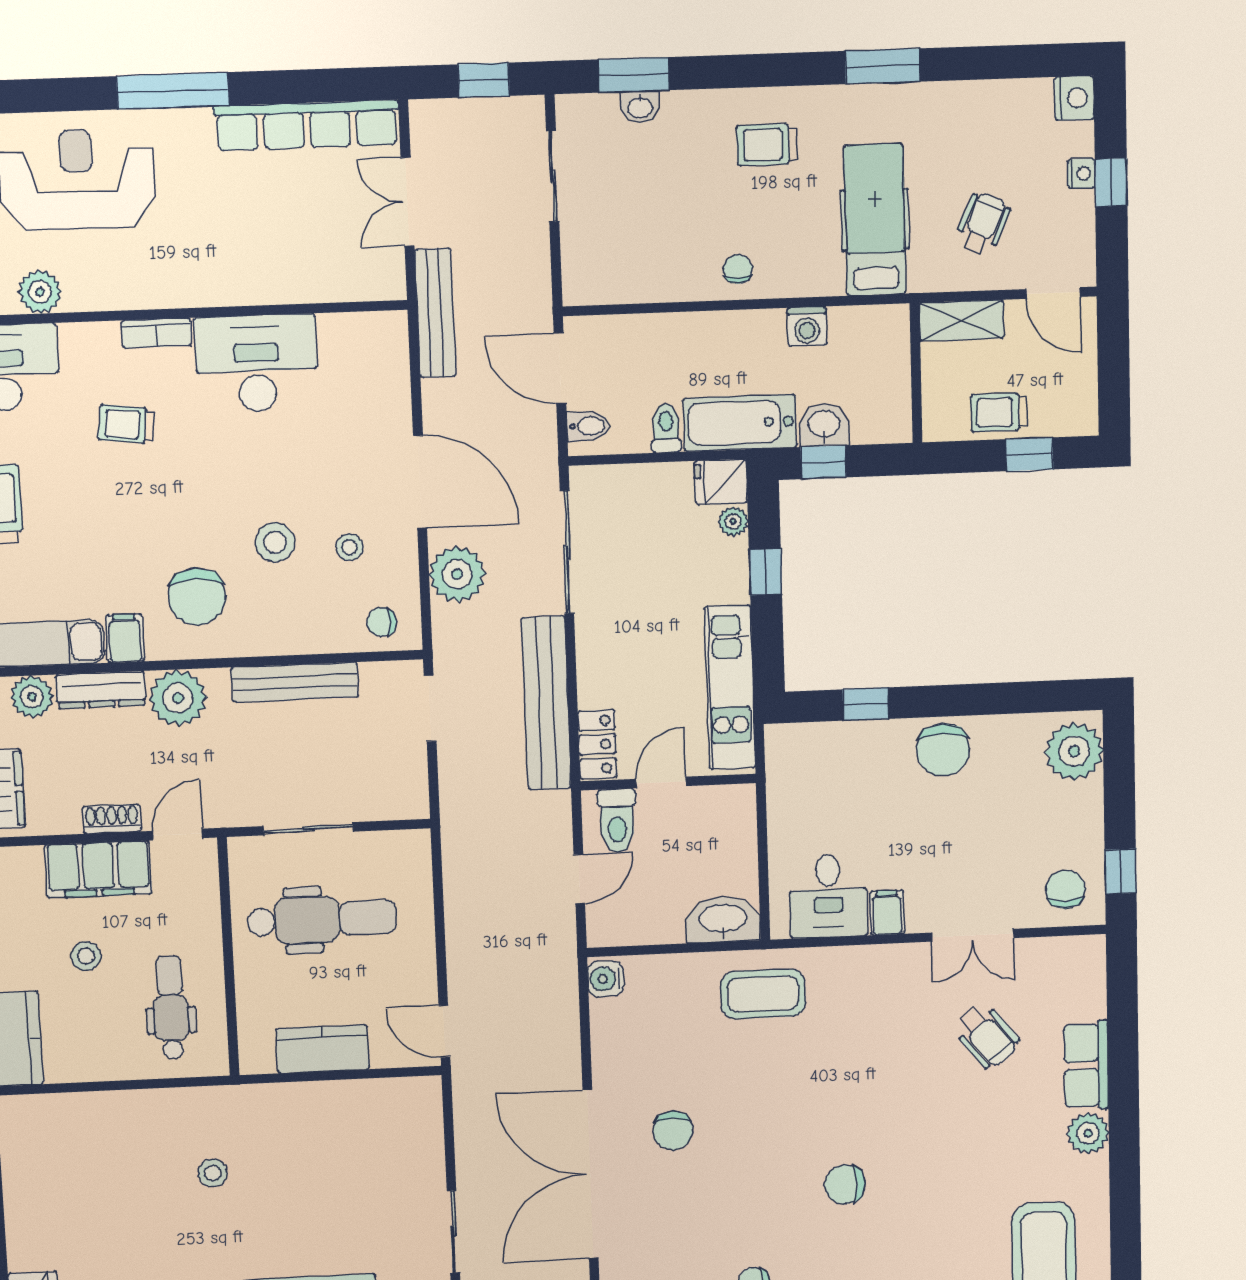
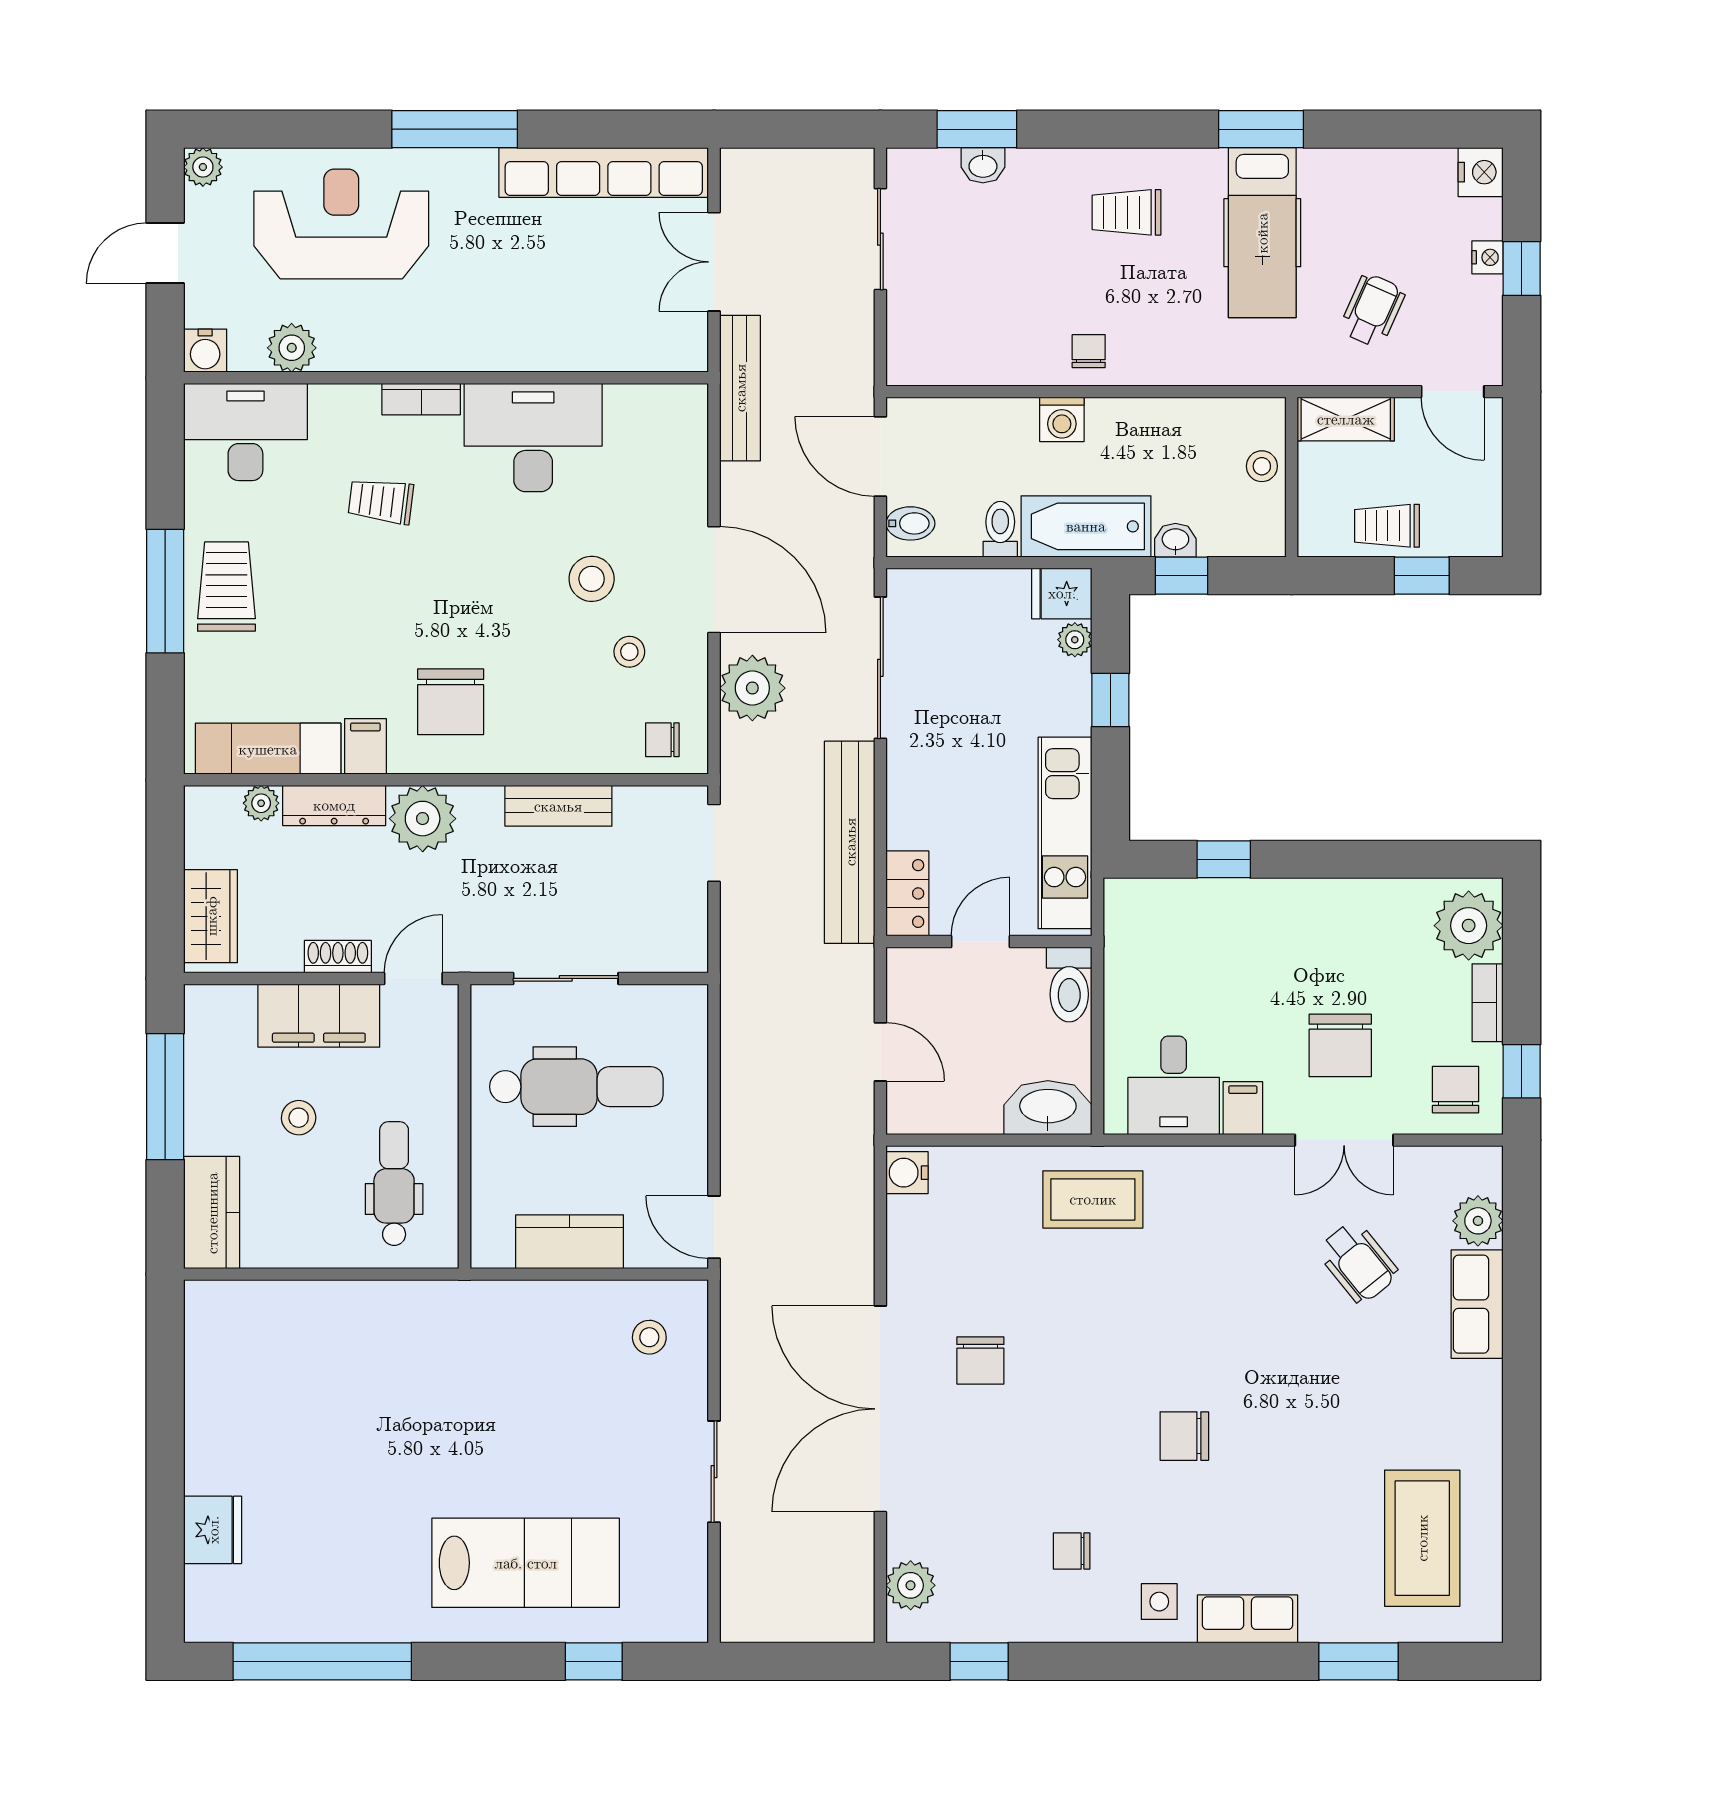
window: (484, 80) -> (806, 129), removed
hospital bed: (875, 220) -> (1262, 233), moved, turned 180
washing machine: (807, 327) -> (1062, 419), moved
stool: (890, 364) -> (1262, 466), added
washbasin: (824, 425) -> (1175, 540), width x0.72, depth x0.69
stool: (275, 542) -> (592, 579), moved
bench: (295, 682) -> (558, 806), width x0.73
plant: (32, 697) -> (261, 803), width x0.73, depth x0.73
chair: (943, 750) -> (1340, 1045), moved
bookcase: (1091, 815) -> (1488, 1003), added
toilet: (617, 821) -> (1069, 985), moved
door: (579, 879) -> (880, 1052), hinge flipped
plant: (1088, 1133) -> (1478, 1221), moved
stool: (213, 1173) -> (649, 1337), moved

